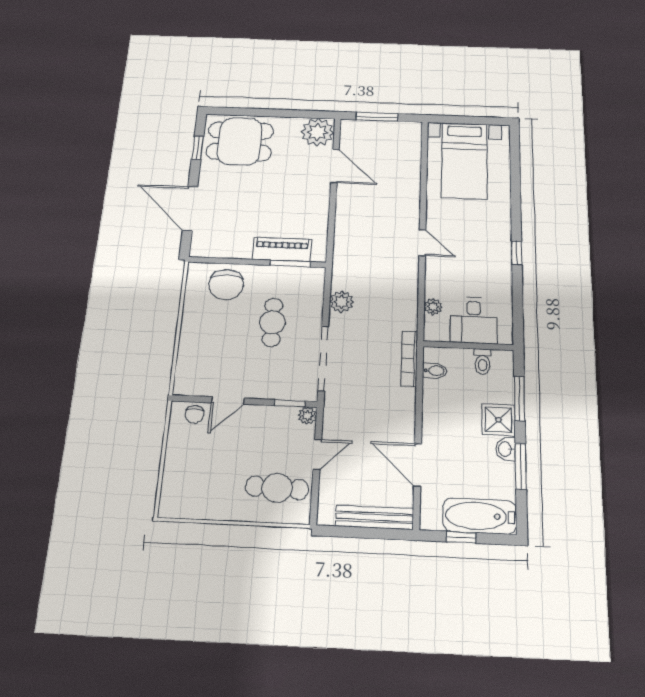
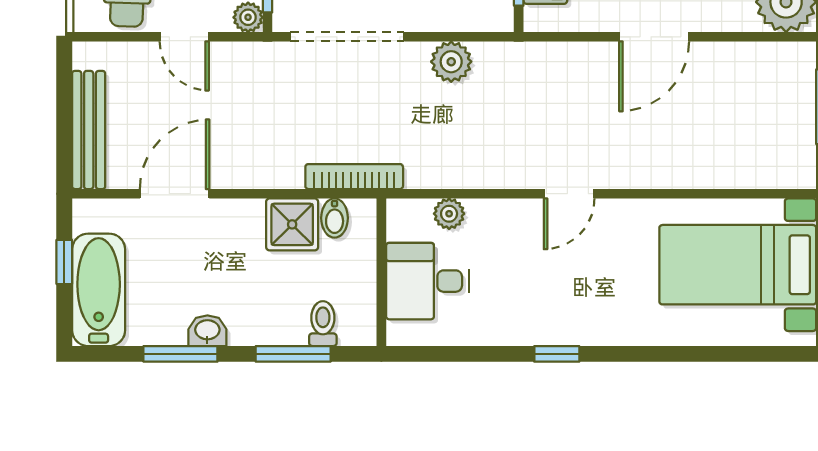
door: (335, 166) -> (654, 37), moved
toilet: (483, 362) -> (323, 324), moved, turned 90
shower: (498, 420) -> (292, 224), moved

